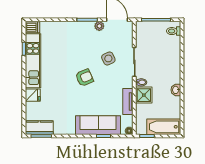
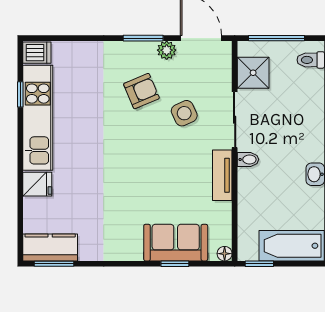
armchair: (84, 78) -> (141, 91), moved
shower: (144, 95) -> (253, 73), moved
tv unit: (128, 101) -> (222, 175), moved
sofa: (98, 125) -> (176, 243), width x0.73

